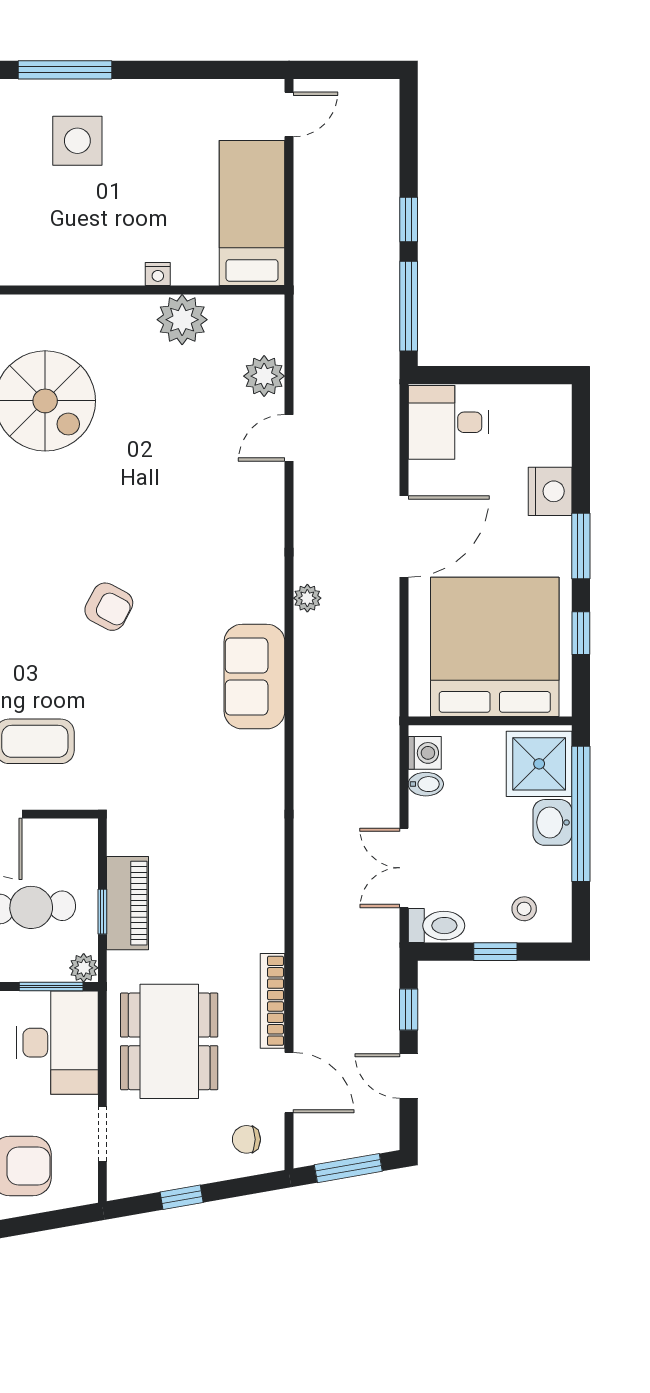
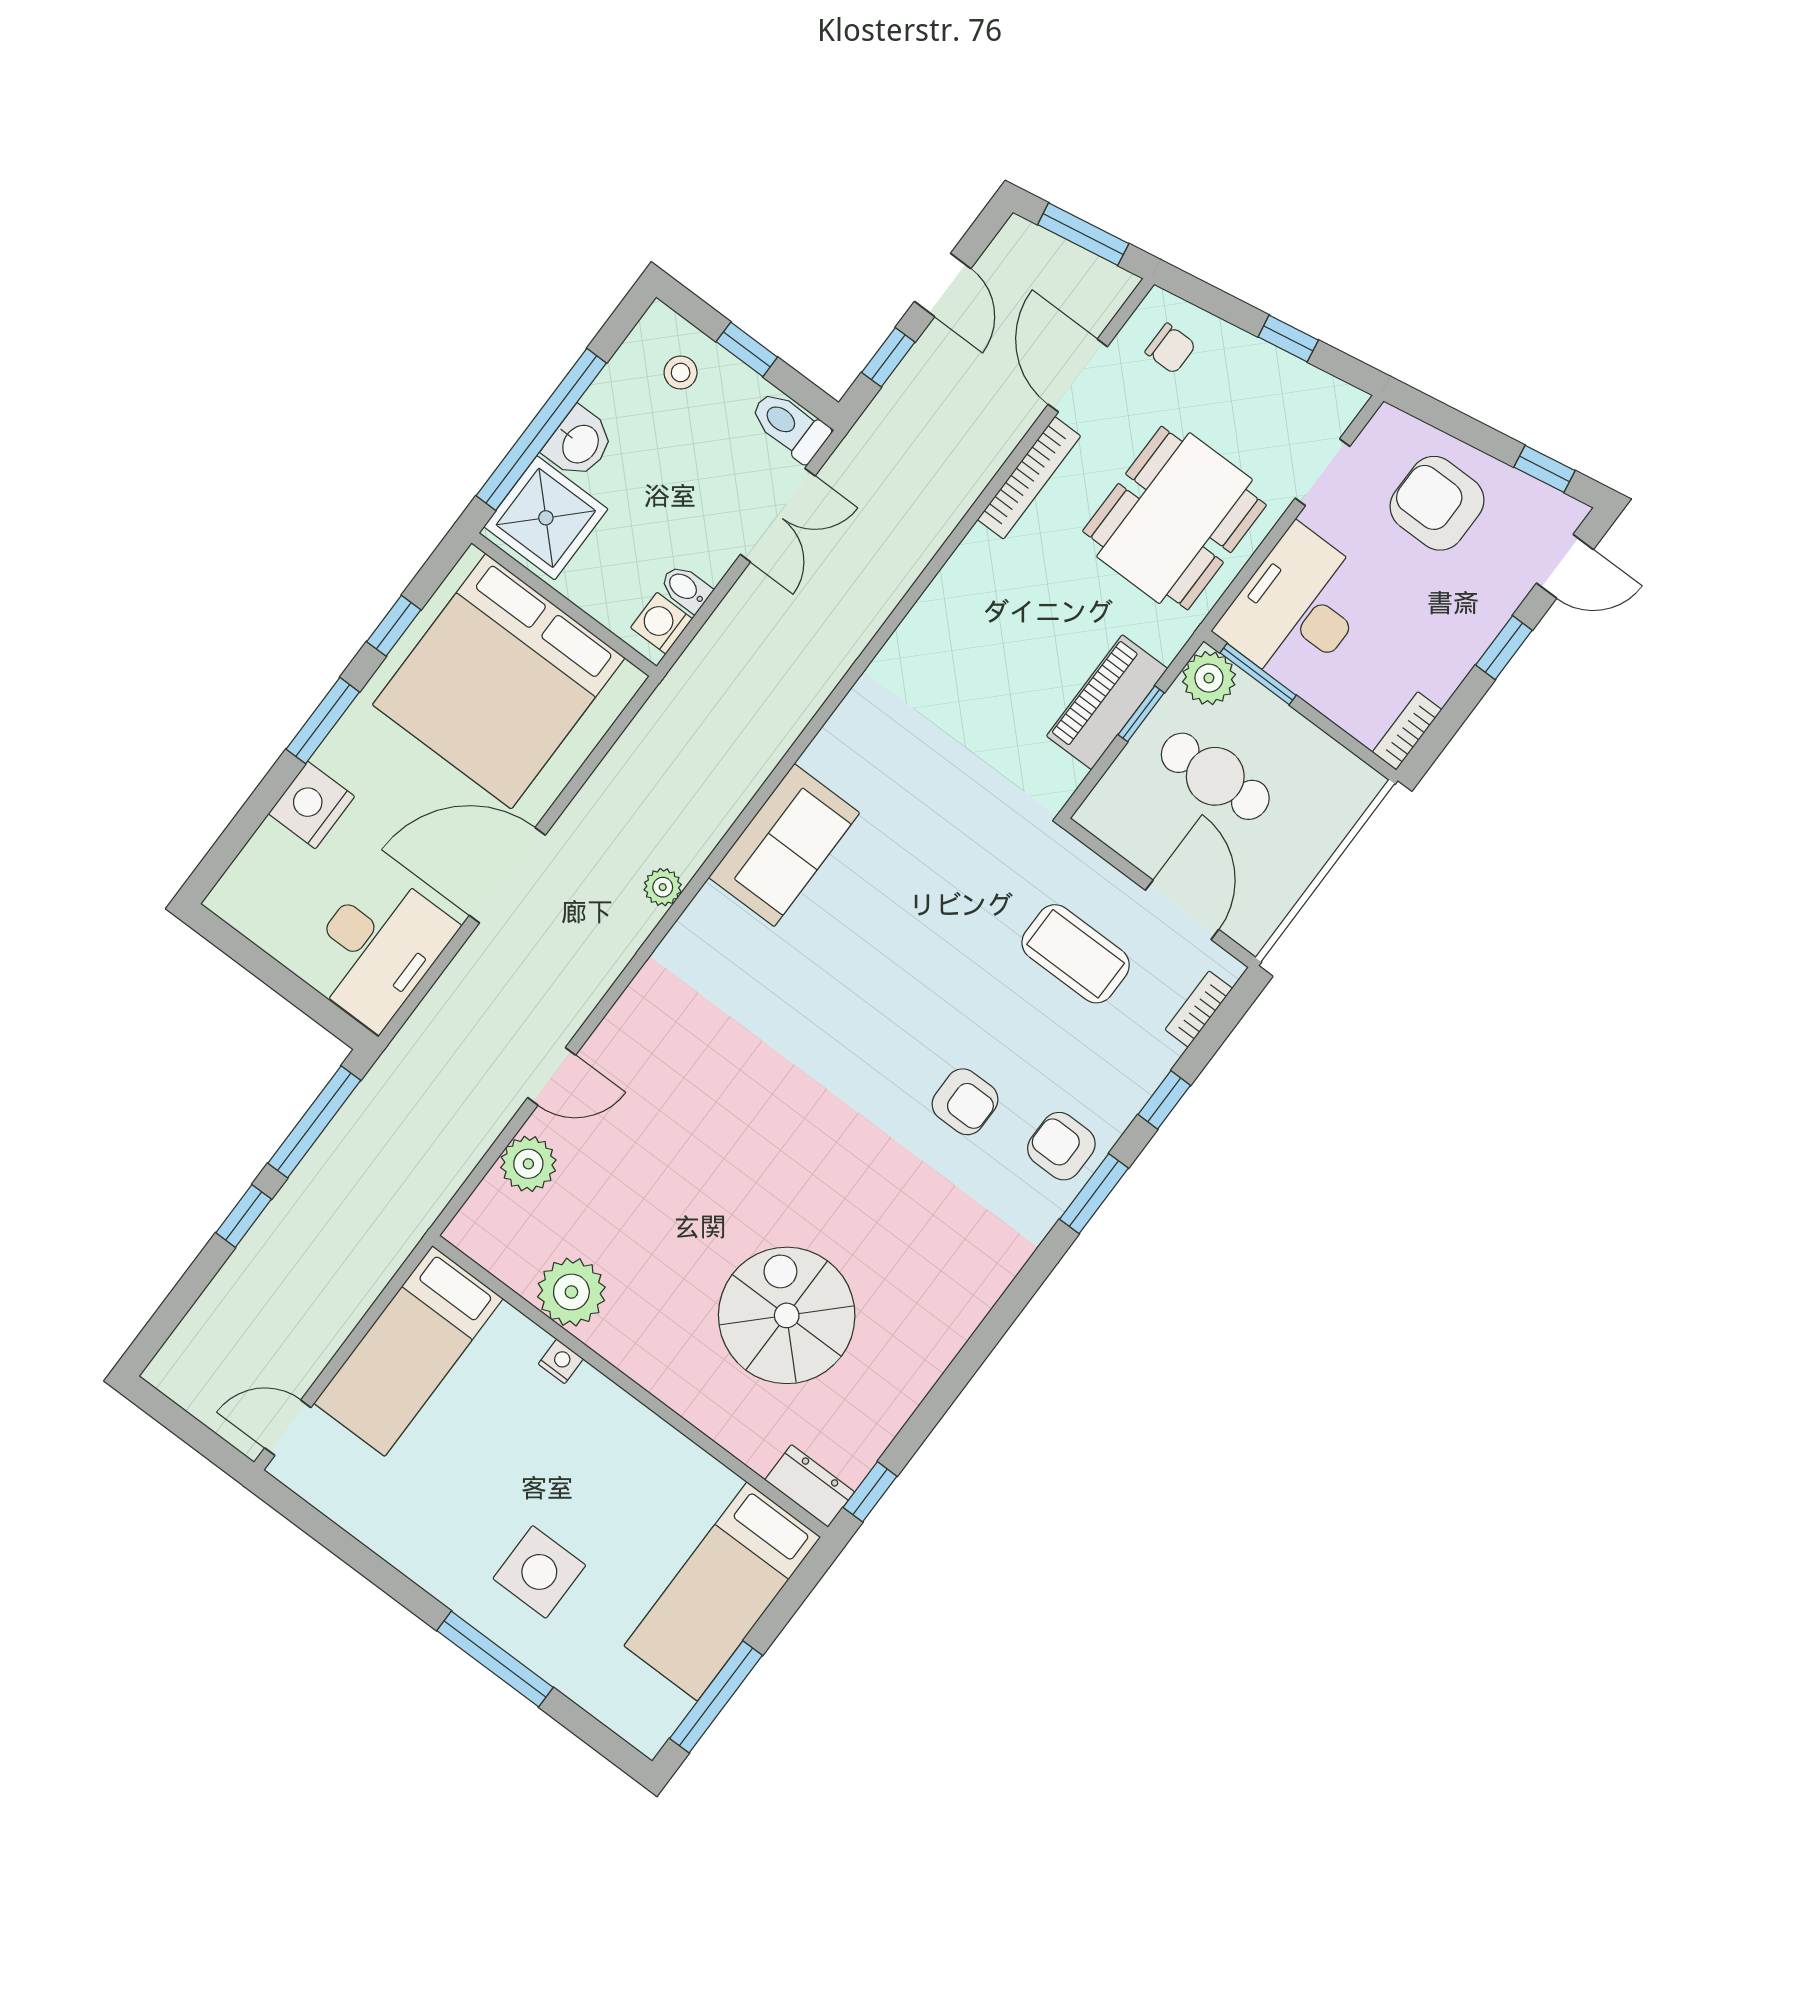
desk: (448, 422) -> (377, 948), width x1.37
armchair: (109, 607) -> (965, 1102), moved, turned 152
plant: (84, 968) -> (1209, 678), width x1.38, depth x1.38

